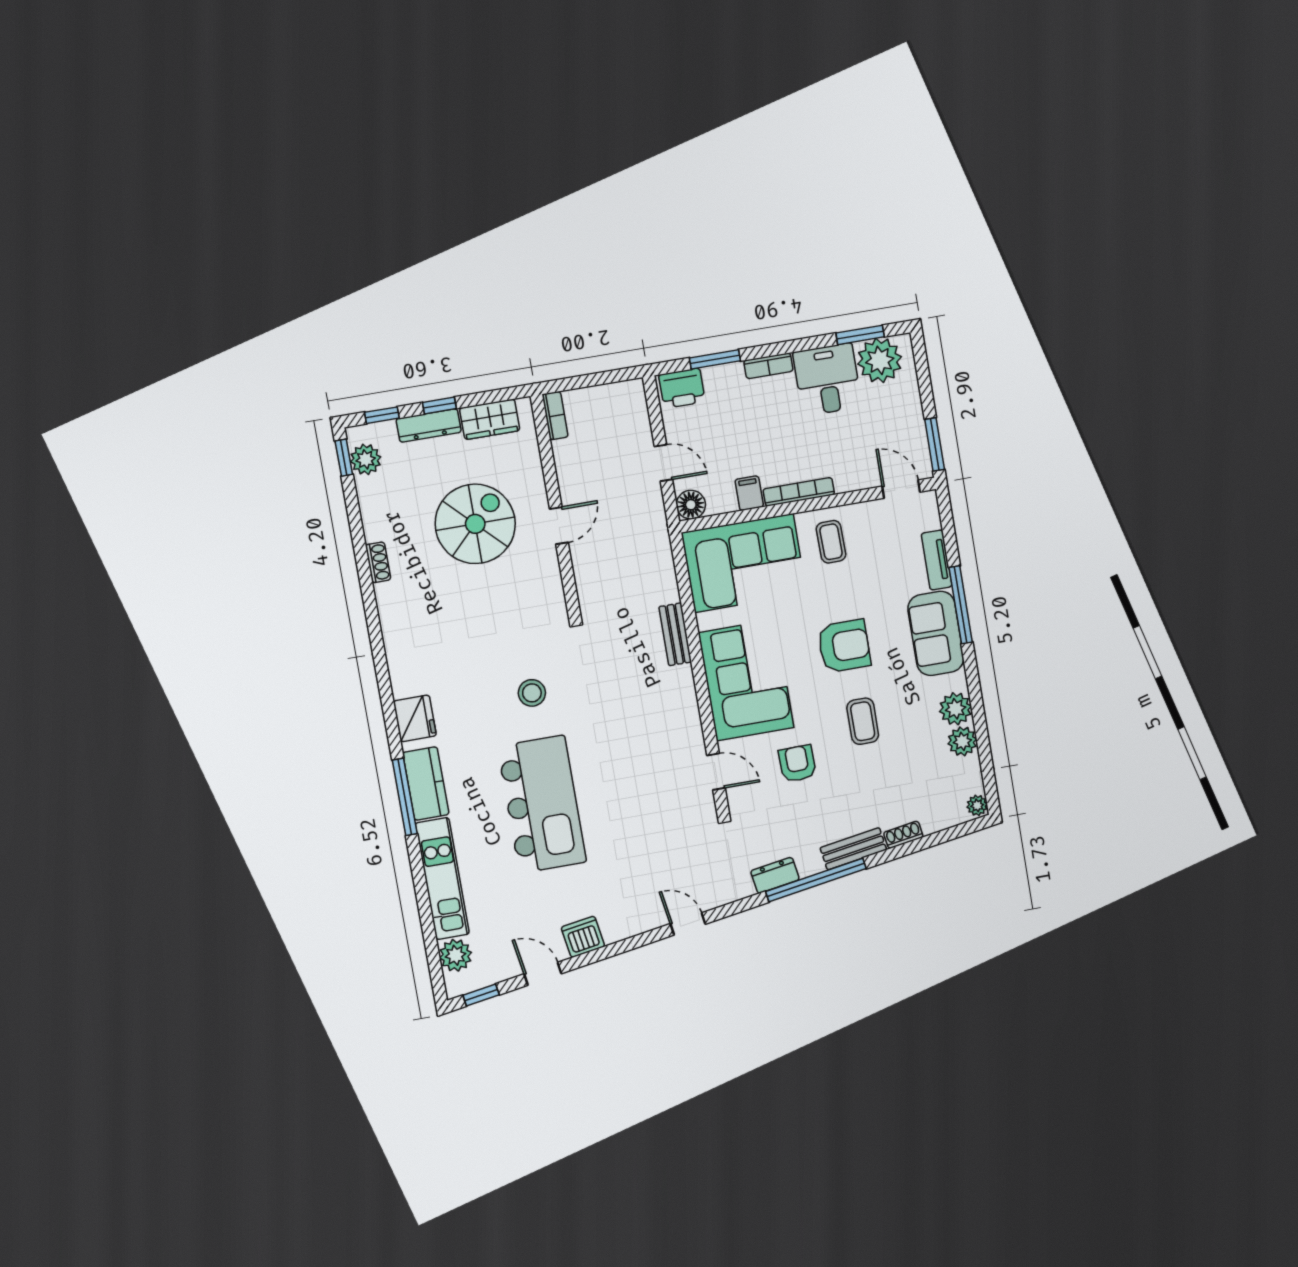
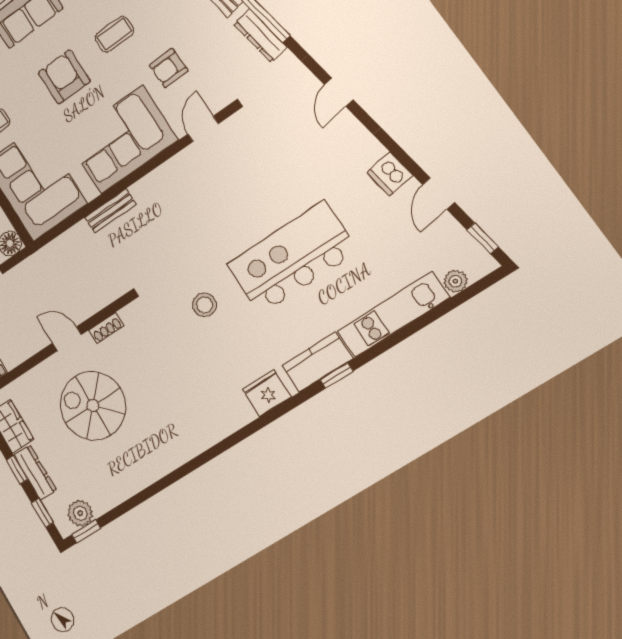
shoe rack: (378, 562) -> (106, 328), moved, turned 180
window: (405, 797) -> (337, 375), width x0.46
dresser: (775, 875) -> (260, 36), width x1.44
plant: (456, 955) -> (455, 281), width x0.73, depth x0.73

